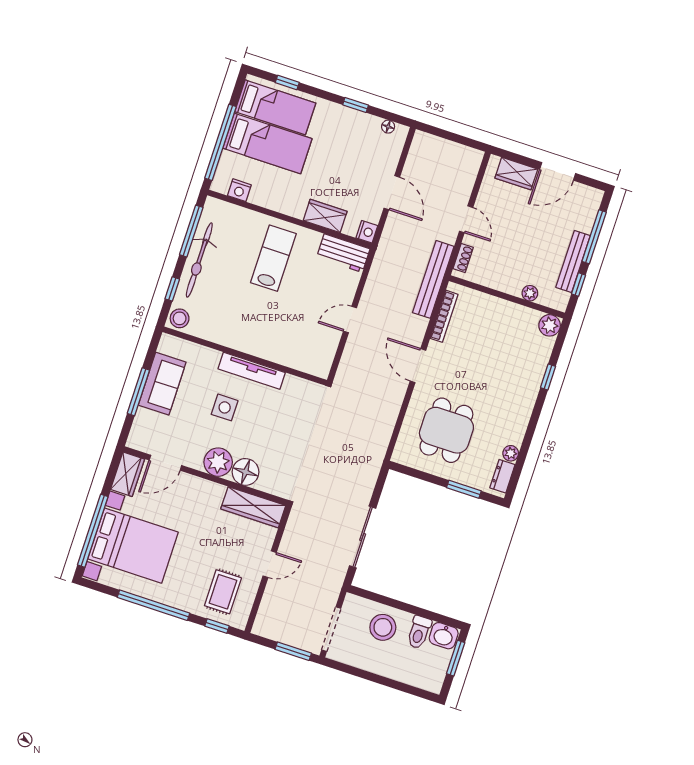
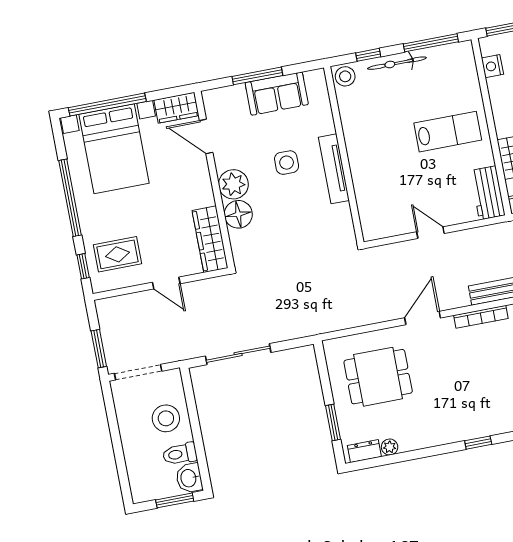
bicycle: (199, 260) -> (397, 63), width x0.73, depth x0.71

